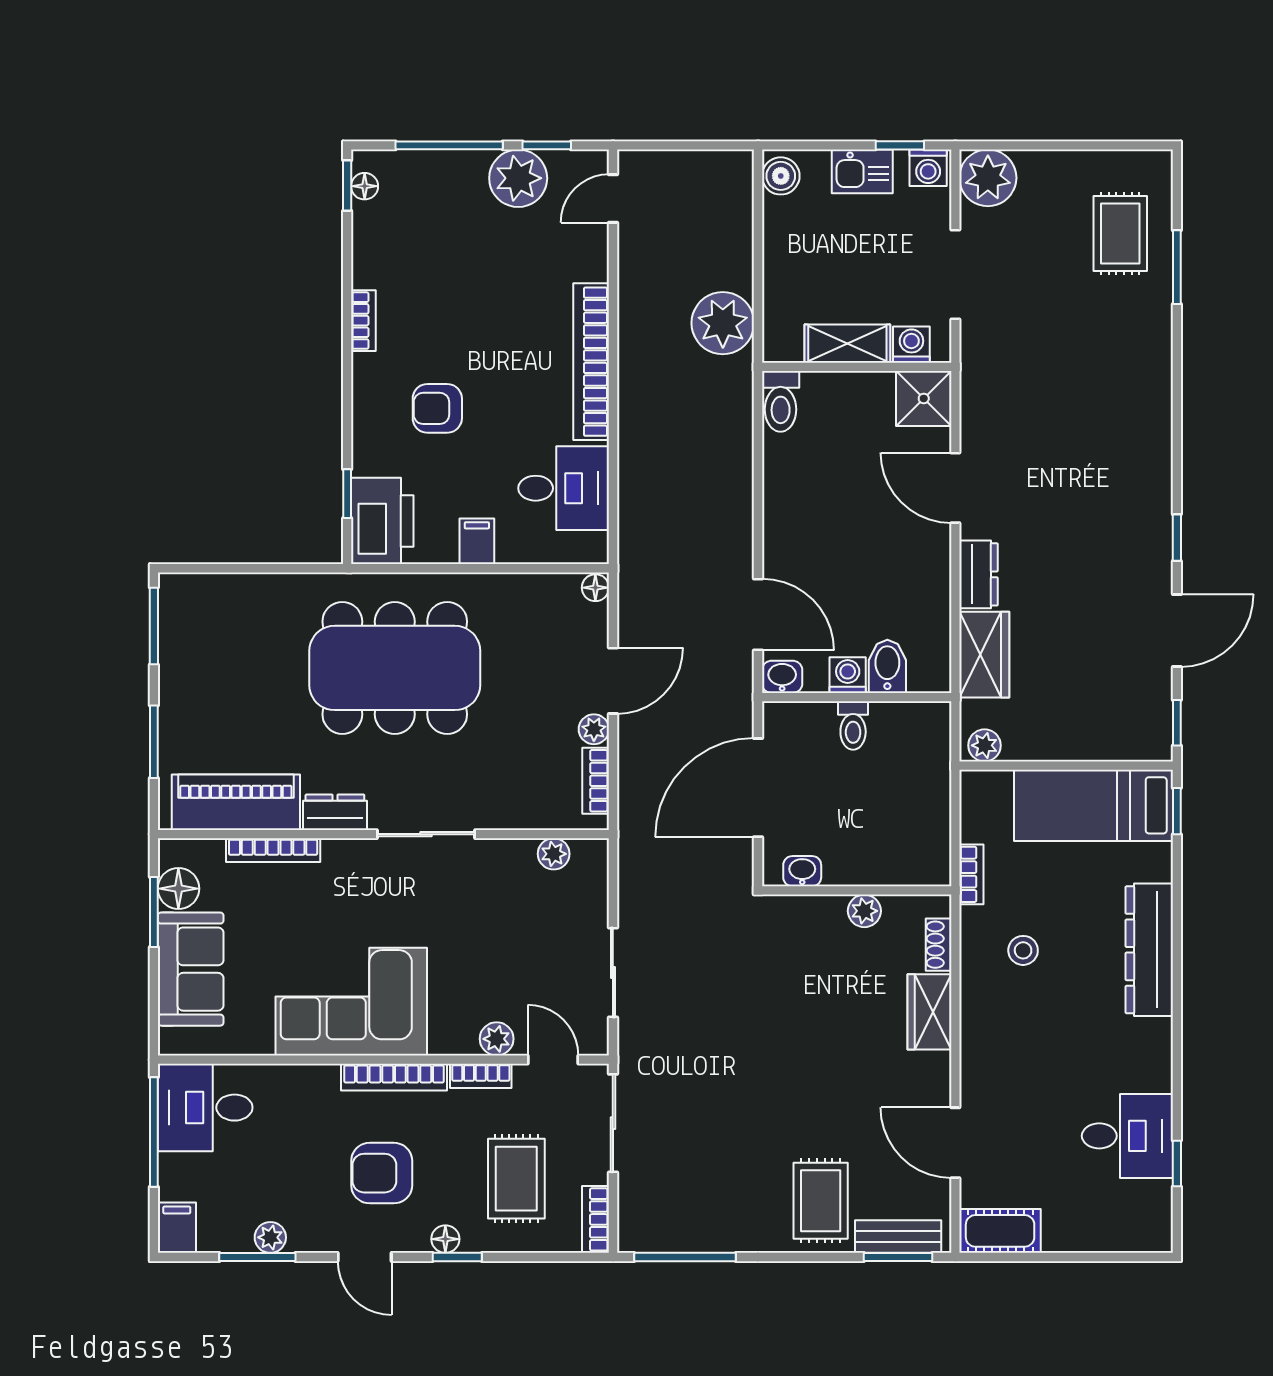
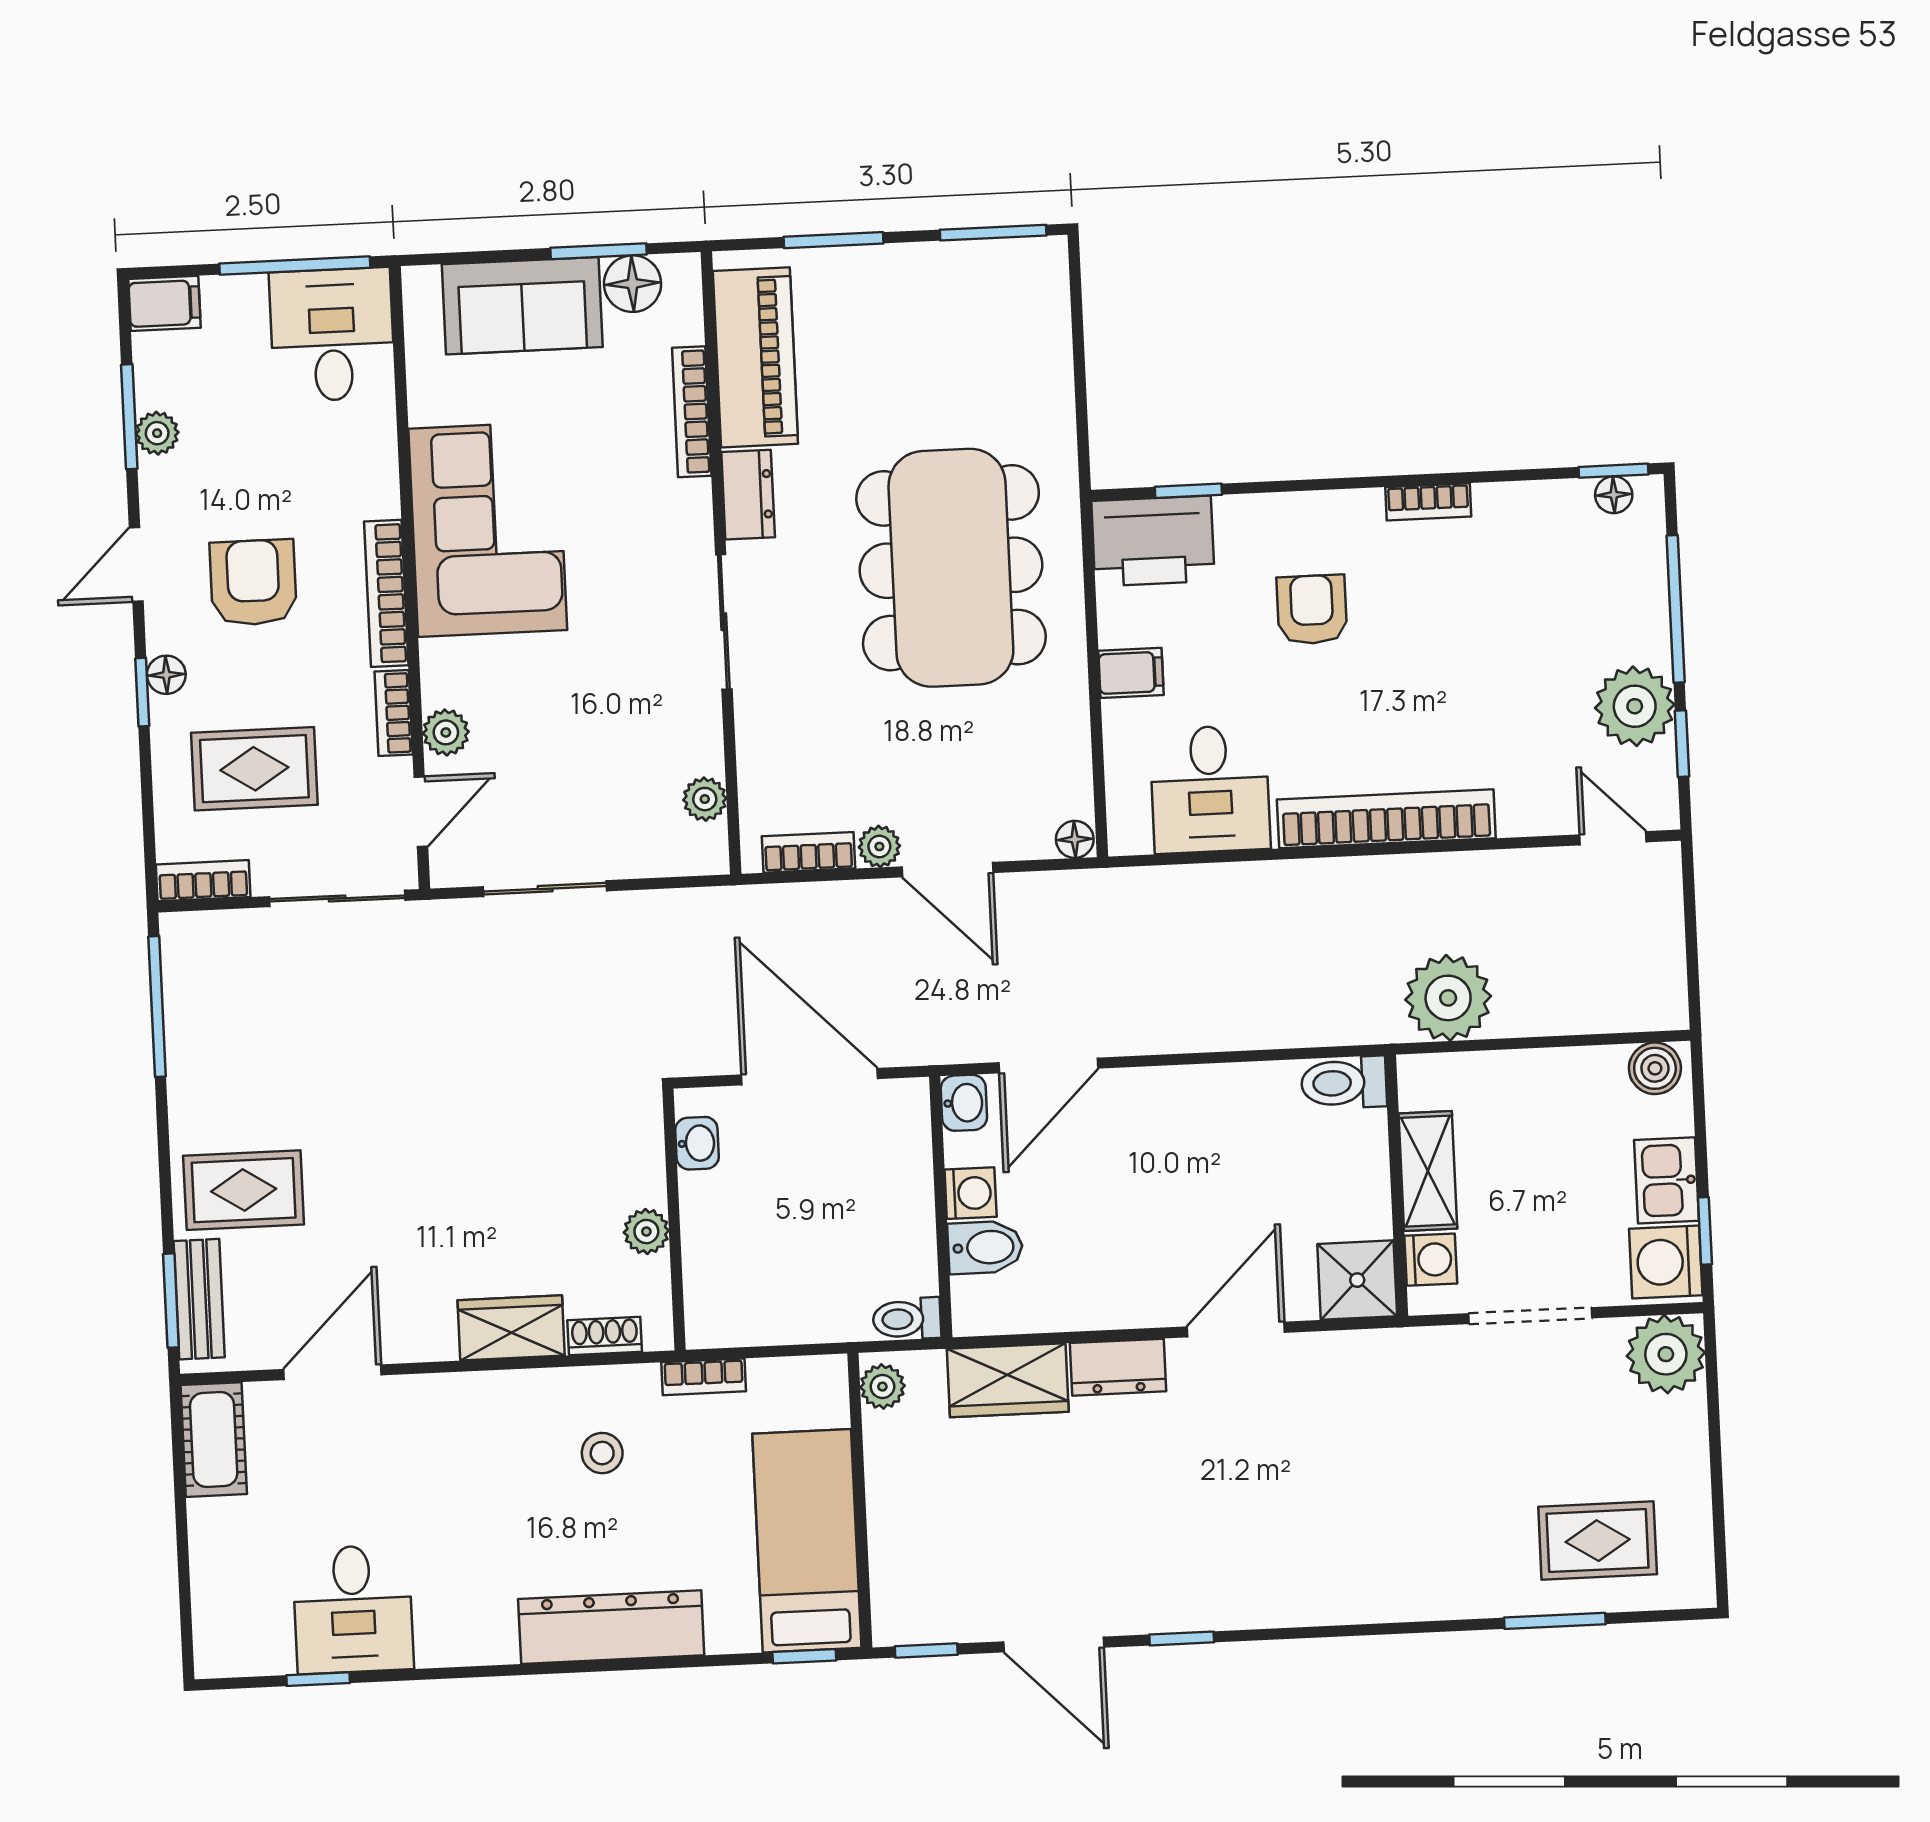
washing machine: (928, 168) -> (1666, 1262), width x1.38, depth x1.38
toilet: (853, 725) -> (907, 1319), moved

